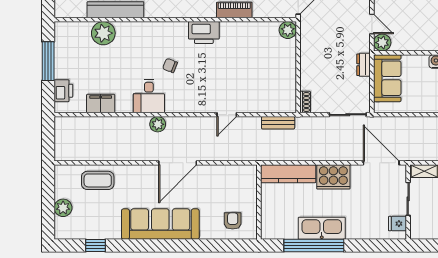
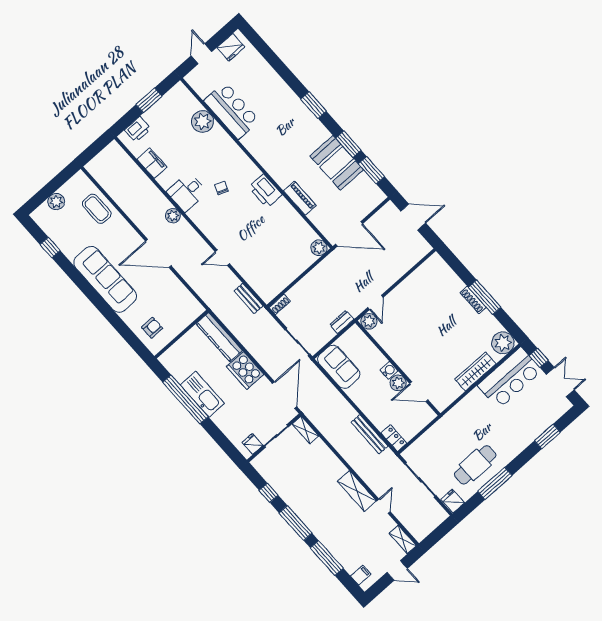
window: (48, 61) -> (149, 100), width x0.69
sofa: (387, 78) -> (339, 367), moved, turned -90

